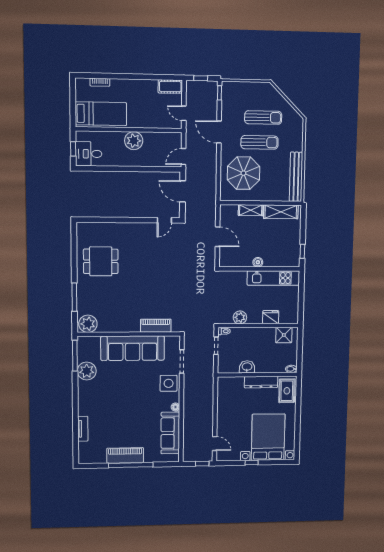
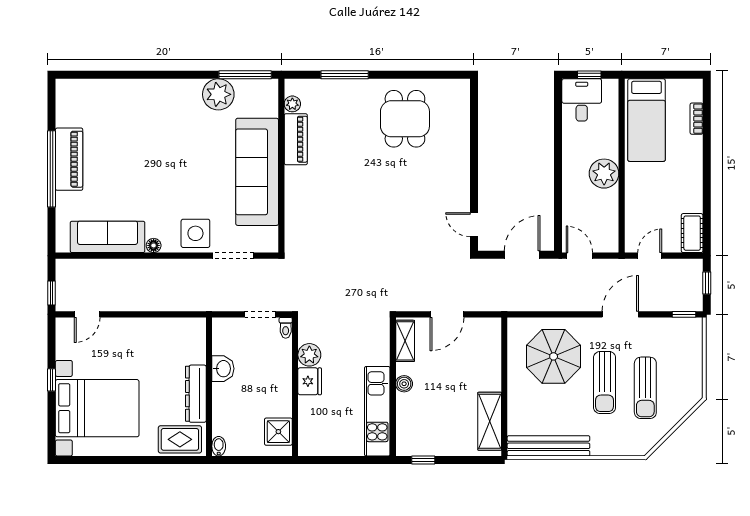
shelving: (251, 210) -> (405, 341), moved
fridge: (271, 317) -> (310, 381), moved
plant: (88, 324) -> (292, 104), width x0.53, depth x0.53
piano: (156, 326) -> (296, 139), moved
tv unit: (83, 429) -> (118, 87), removed

